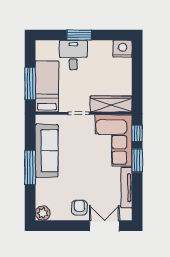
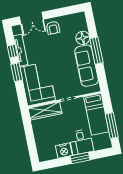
nightstand: (123, 49) -> (64, 151), moved
window: (30, 84) -> (112, 126), moved
window: (137, 133) -> (12, 51), moved
floor lamp: (44, 187) -> (83, 38), added
plant: (43, 213) -> (80, 18), removed

